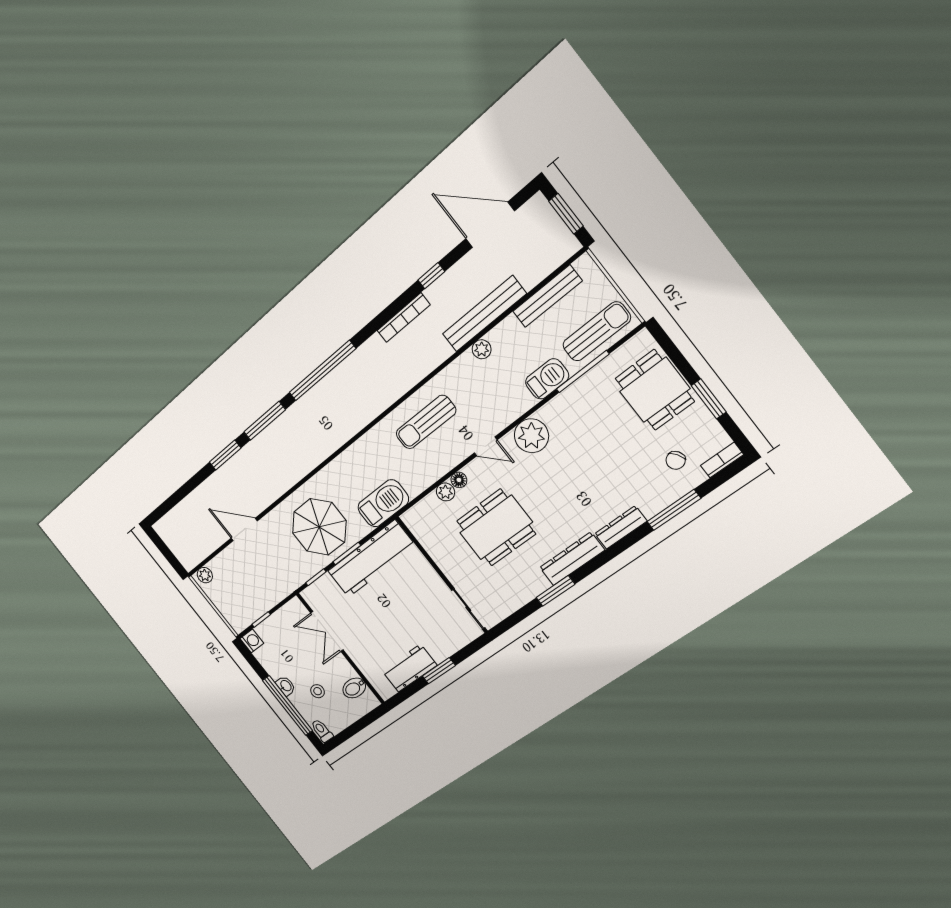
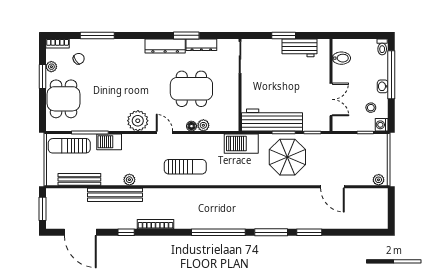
plant: (706, 422) -> (51, 67), added
dresser: (621, 527) -> (201, 45), moved
stool: (318, 691) -> (371, 108), moved

